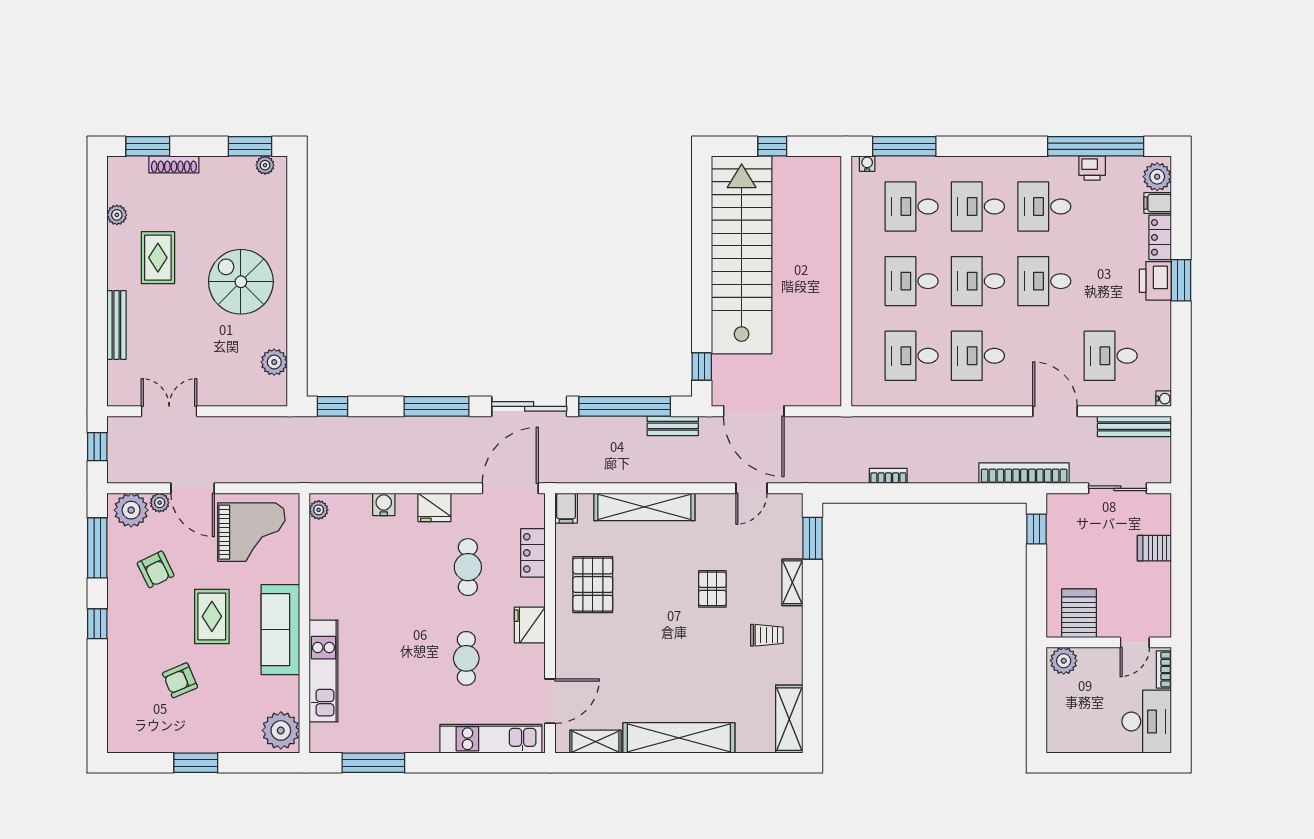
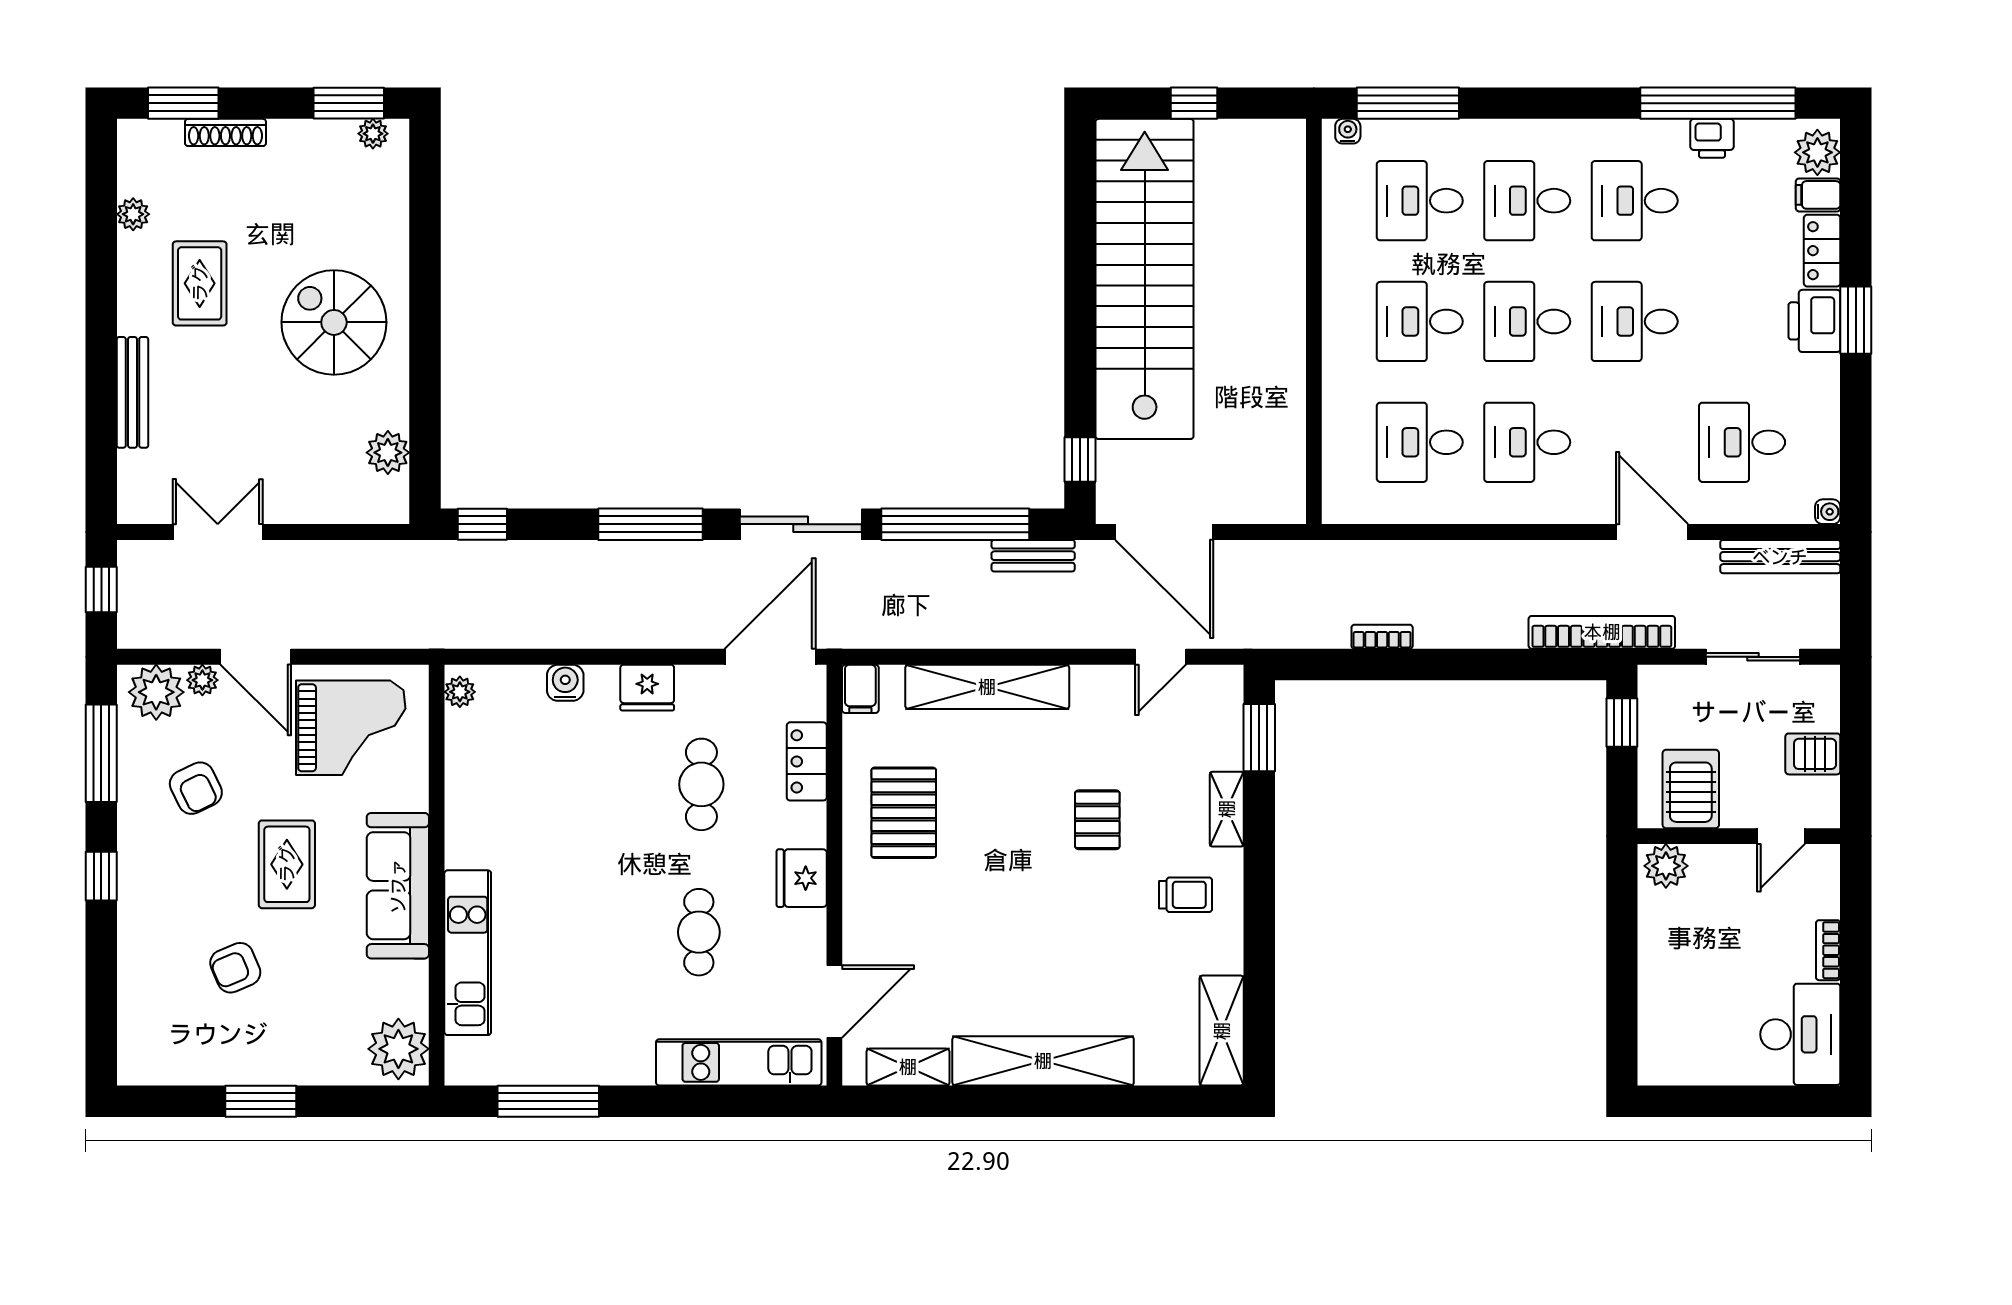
server rack: (1079, 613) -> (1691, 789), moved
wall: (1109, 642) -> (1739, 836), moved
door: (1135, 642) -> (1781, 836), moved
plant: (1064, 661) -> (1666, 866), moved

